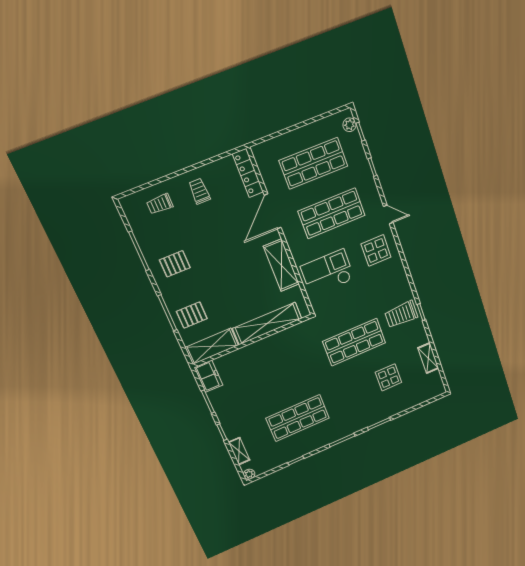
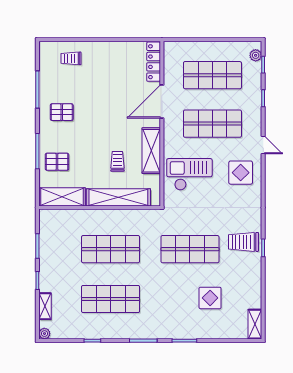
trolley: (199, 191) -> (117, 161), moved
shelving: (428, 358) -> (255, 324), moved
shop shelf: (279, 374) -> (111, 249), added
freezer: (208, 376) -> (48, 223), removed

